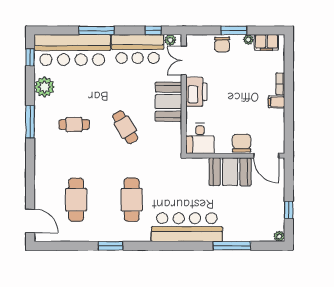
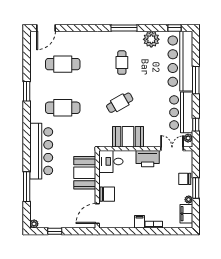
booth: (169, 102) -> (128, 137), moved
booth: (230, 172) -> (85, 173), moved

